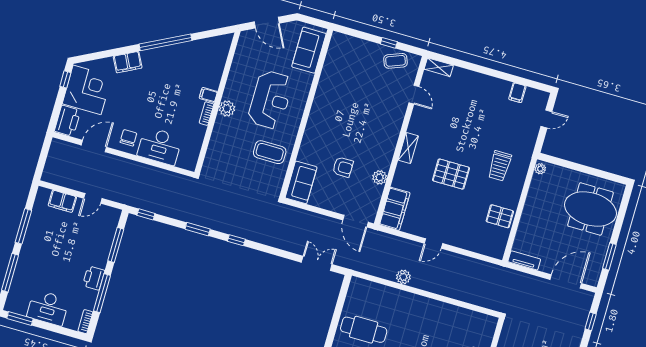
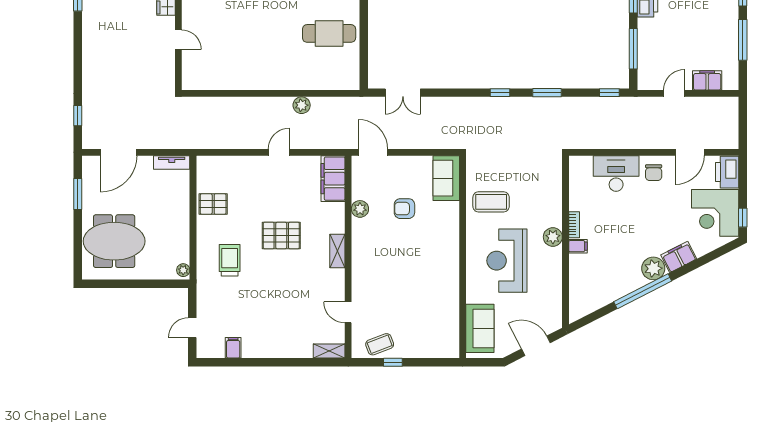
plant: (151, 59) -> (653, 268), added

